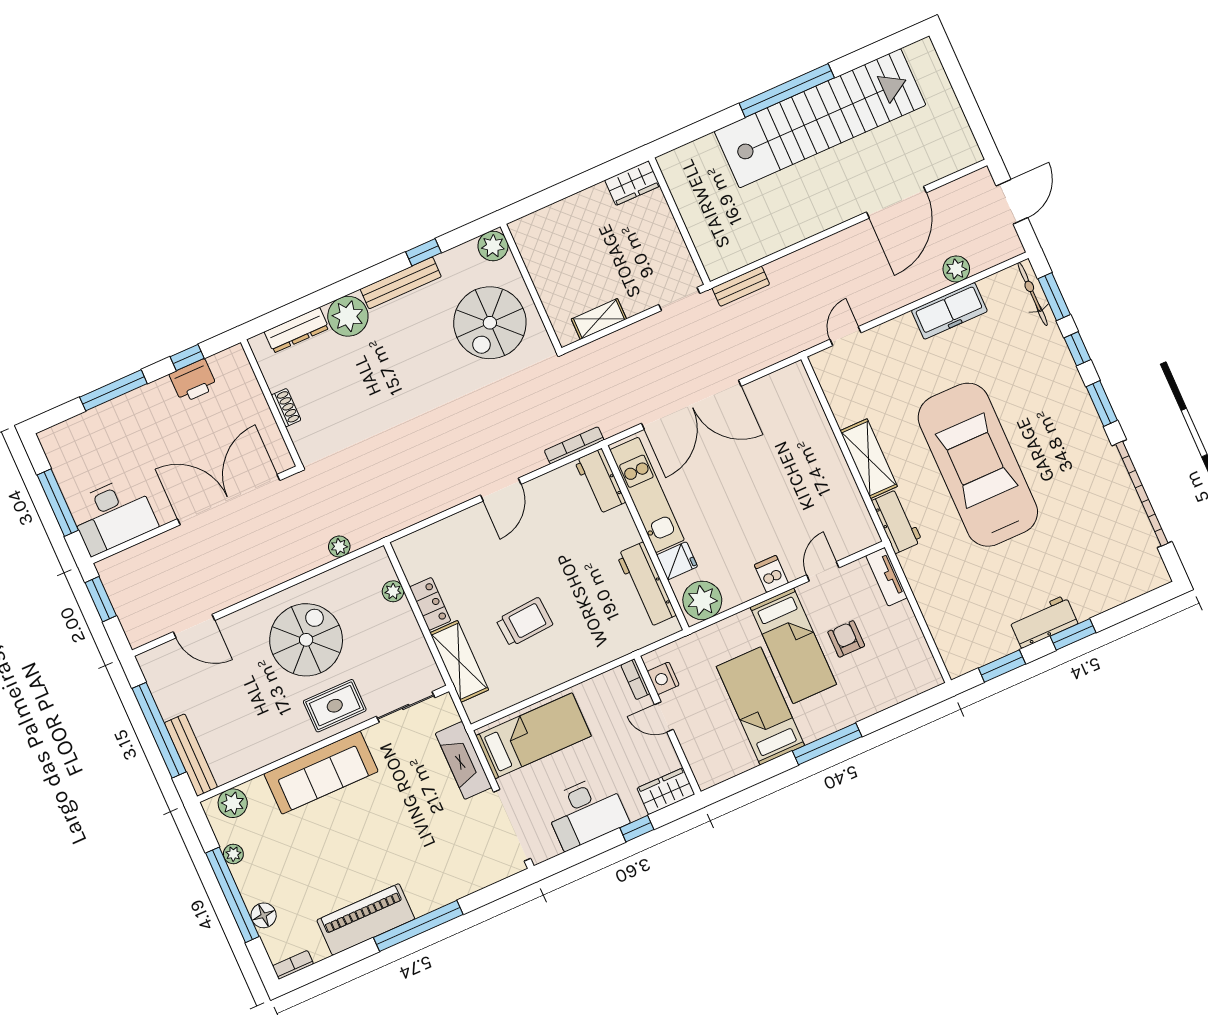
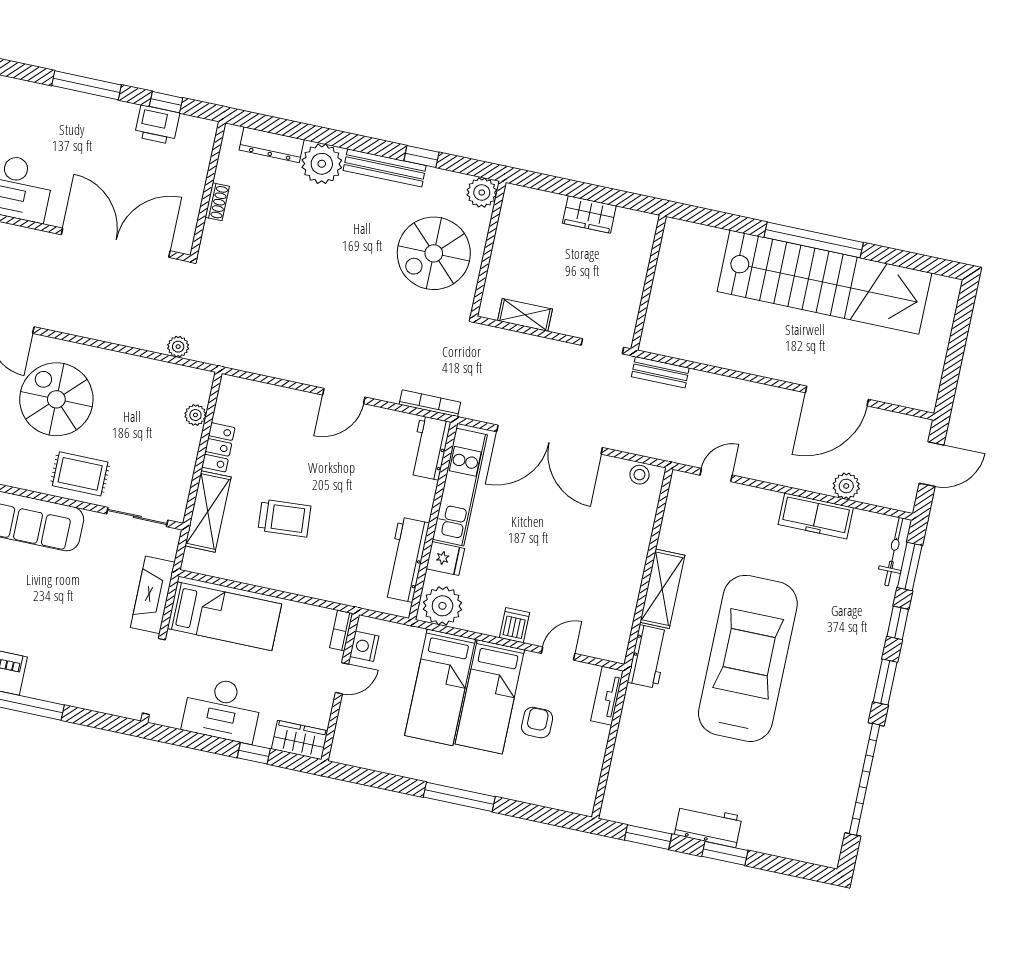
wardrobe: (632, 183) -> (589, 214), moved
stool: (784, 380) -> (640, 475), added
spiral stairs: (306, 640) -> (56, 399), moved, turned -90
bed: (760, 706) -> (440, 687), moved, turned 180
door: (664, 717) -> (342, 678), swing flipped

